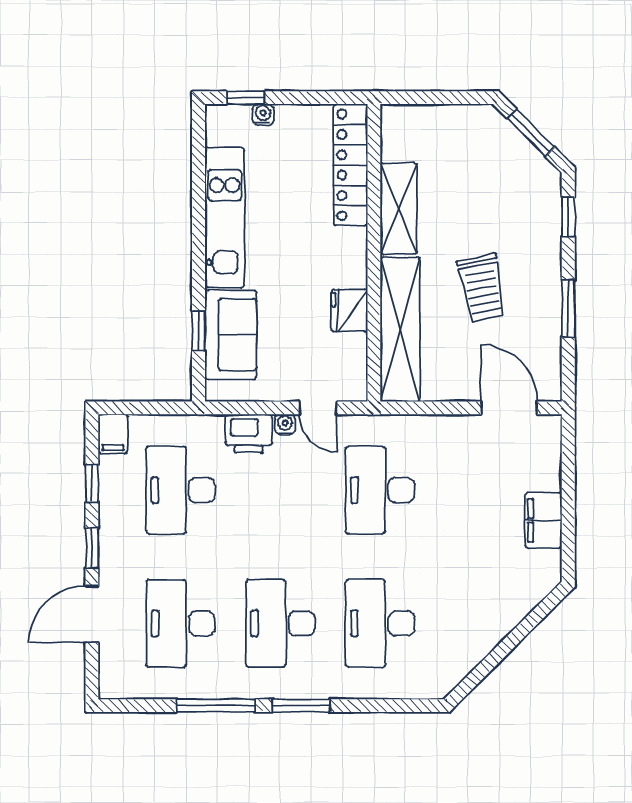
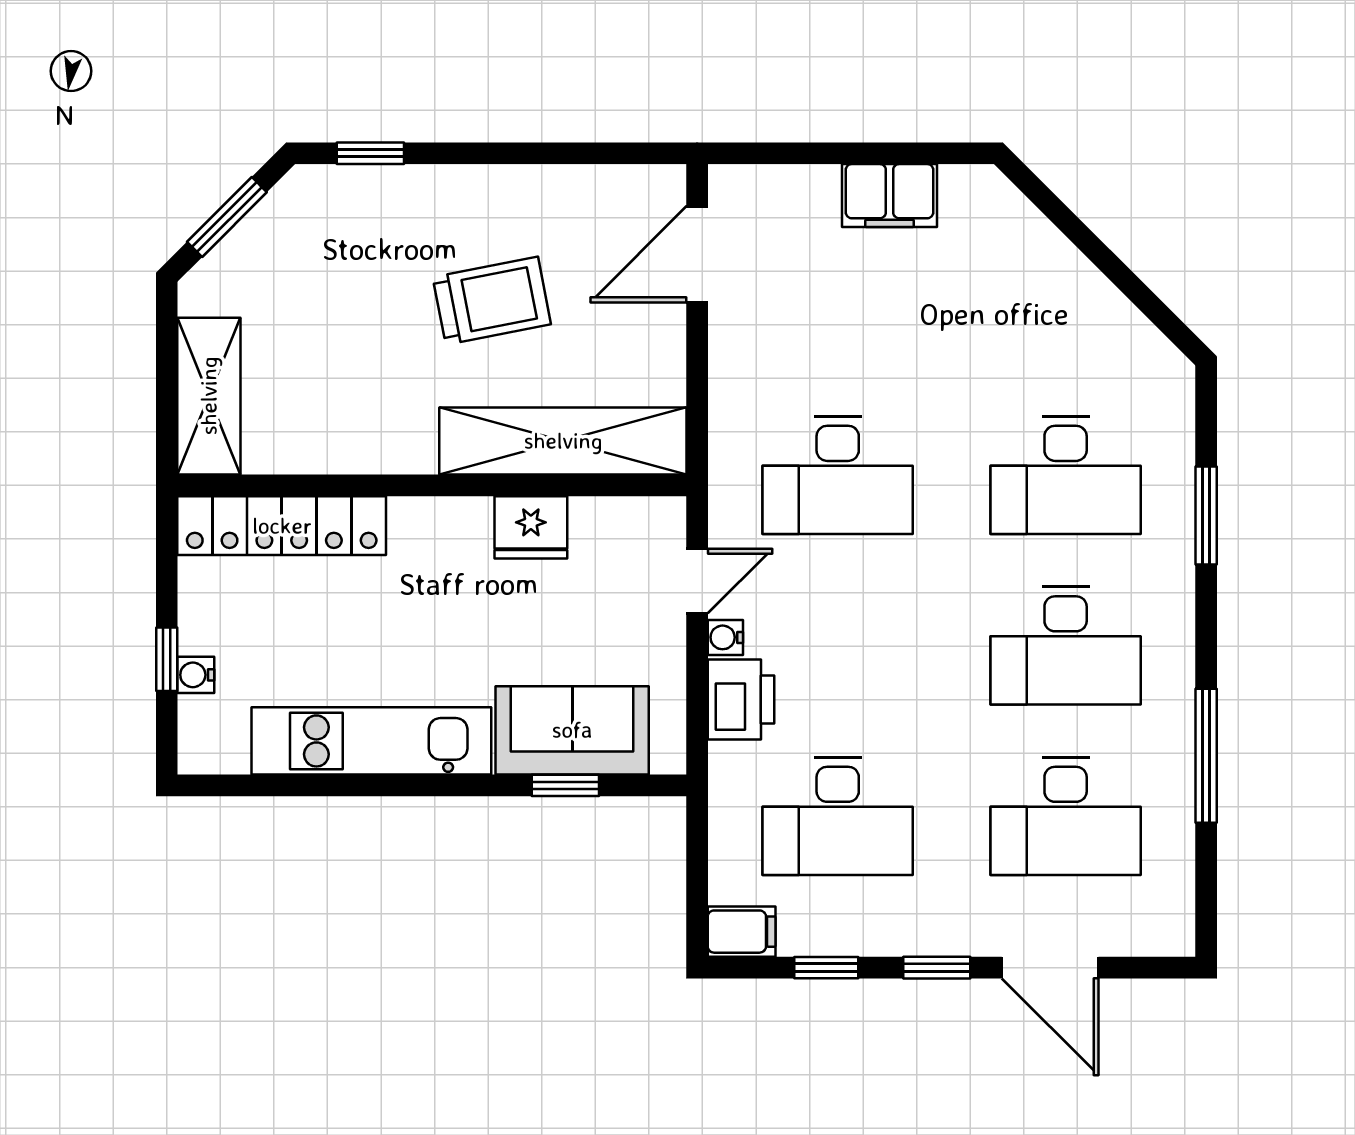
window: (246, 98) -> (167, 659), moved
shelving: (399, 209) -> (209, 396), moved, turned 90
window: (568, 309) -> (527, 153), removed
window: (301, 706) -> (1206, 516), moved

